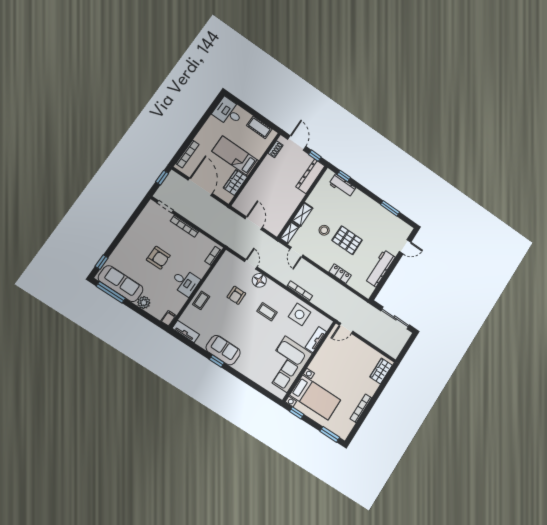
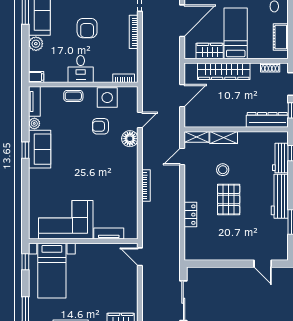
wardrobe: (256, 183) -> (224, 71), added
workbench: (380, 268) -> (280, 196), moved, turned -90
coffee table: (267, 312) -> (104, 167), removed
side table: (300, 314) -> (107, 98), moved
plant: (202, 342) -> (34, 123), added

